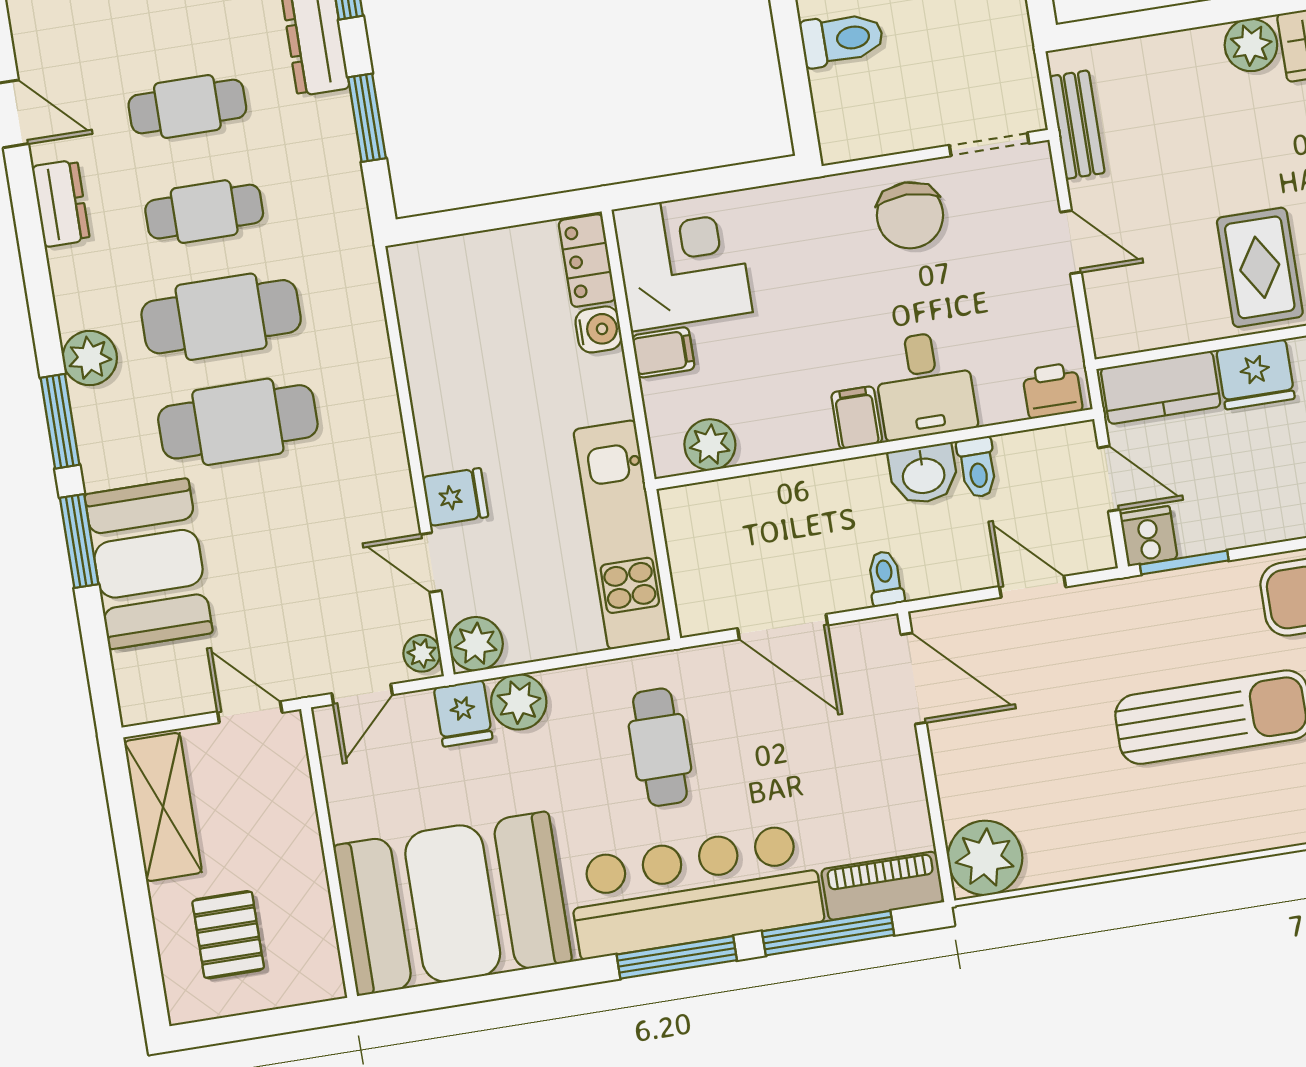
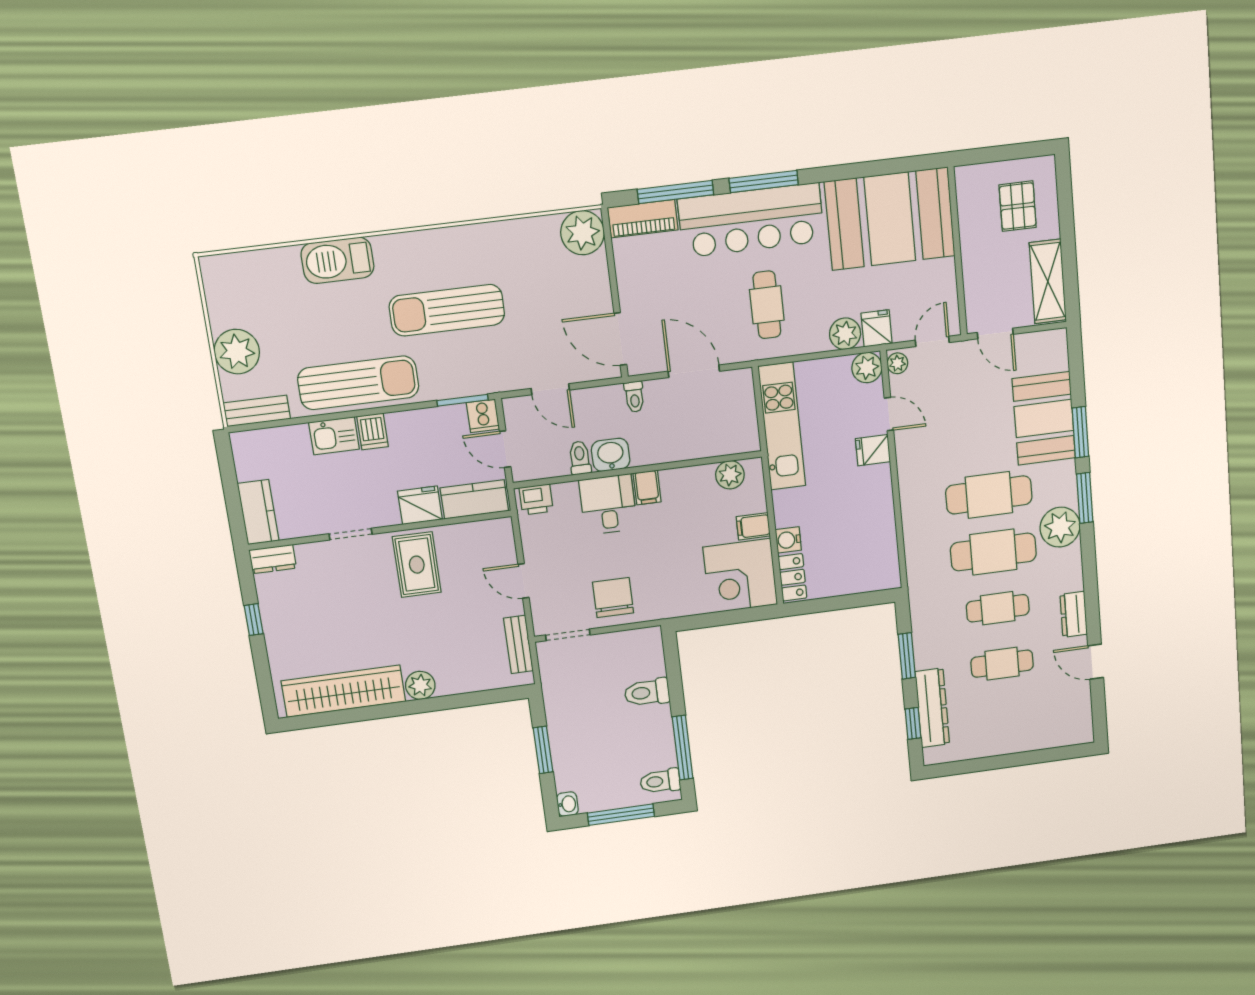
plant: (90, 358) -> (1060, 527), width x1.36, depth x1.36

